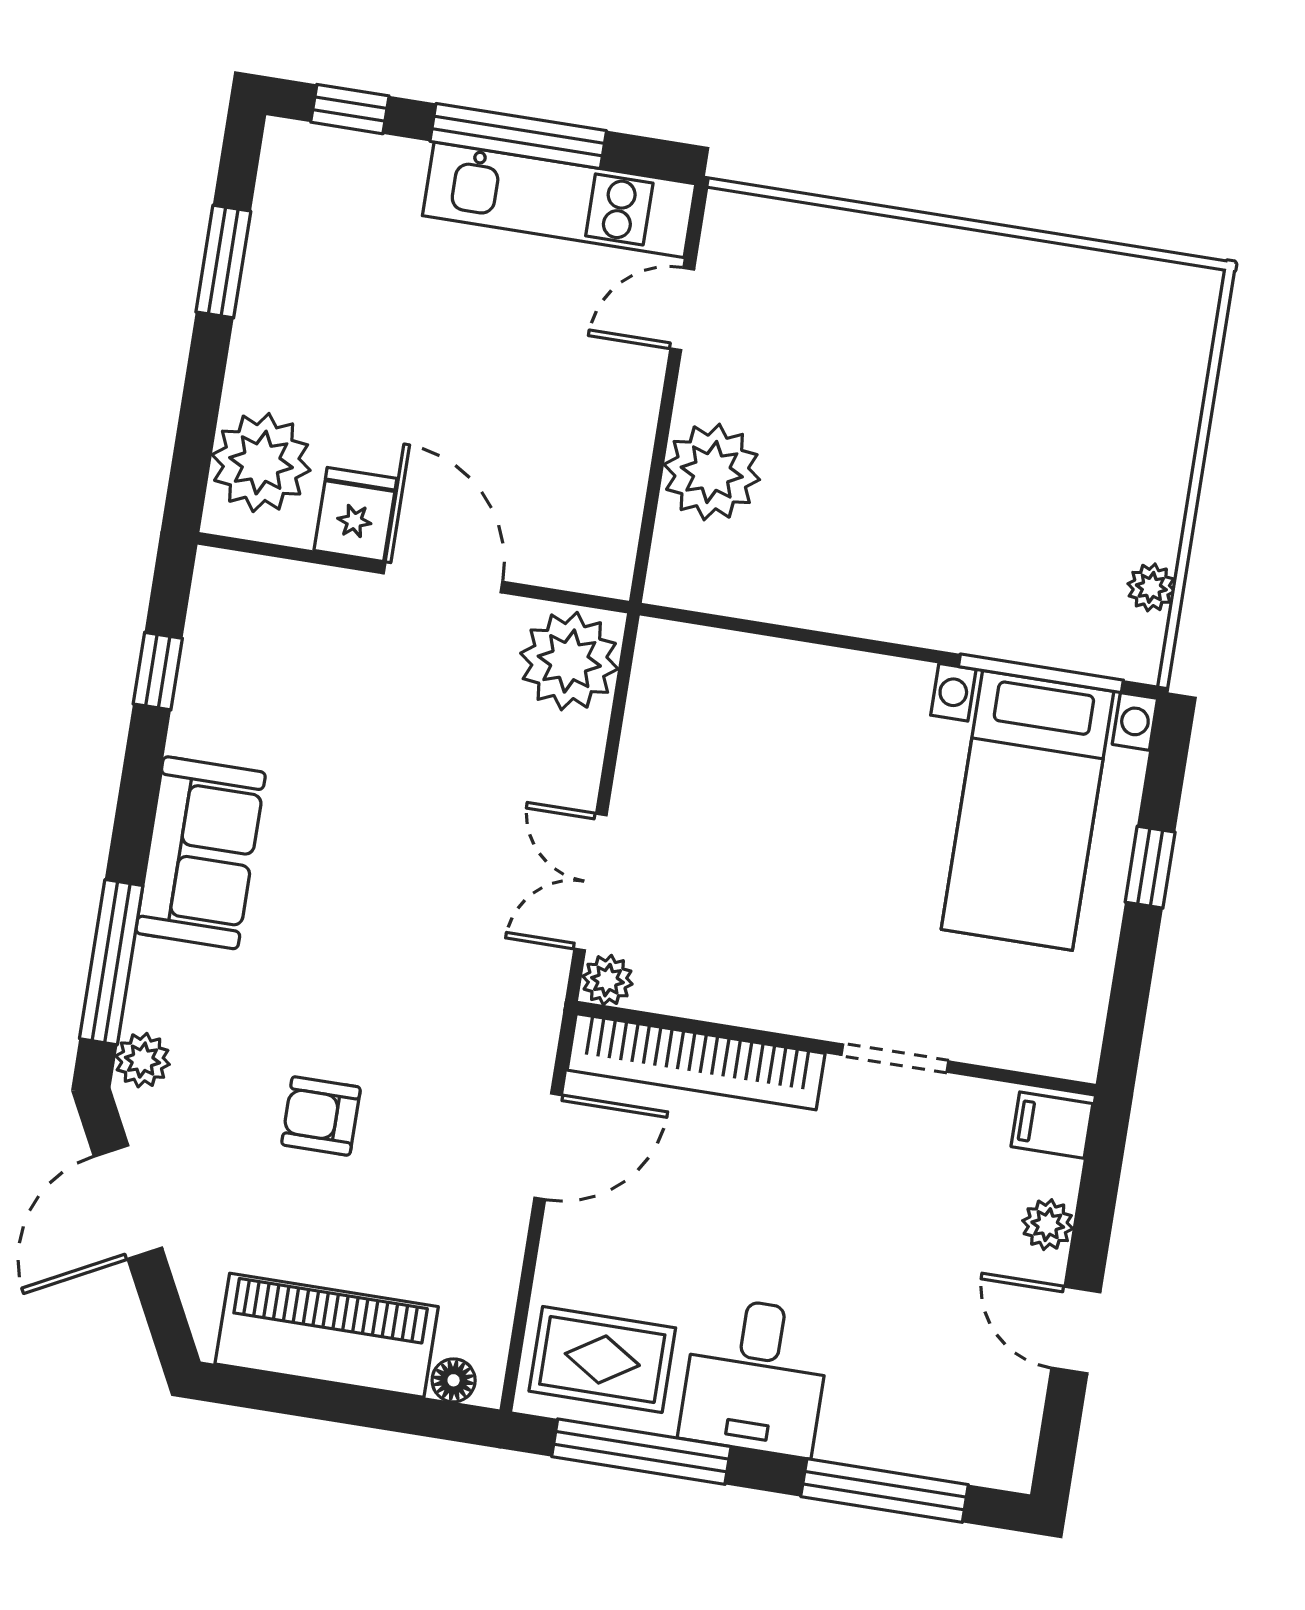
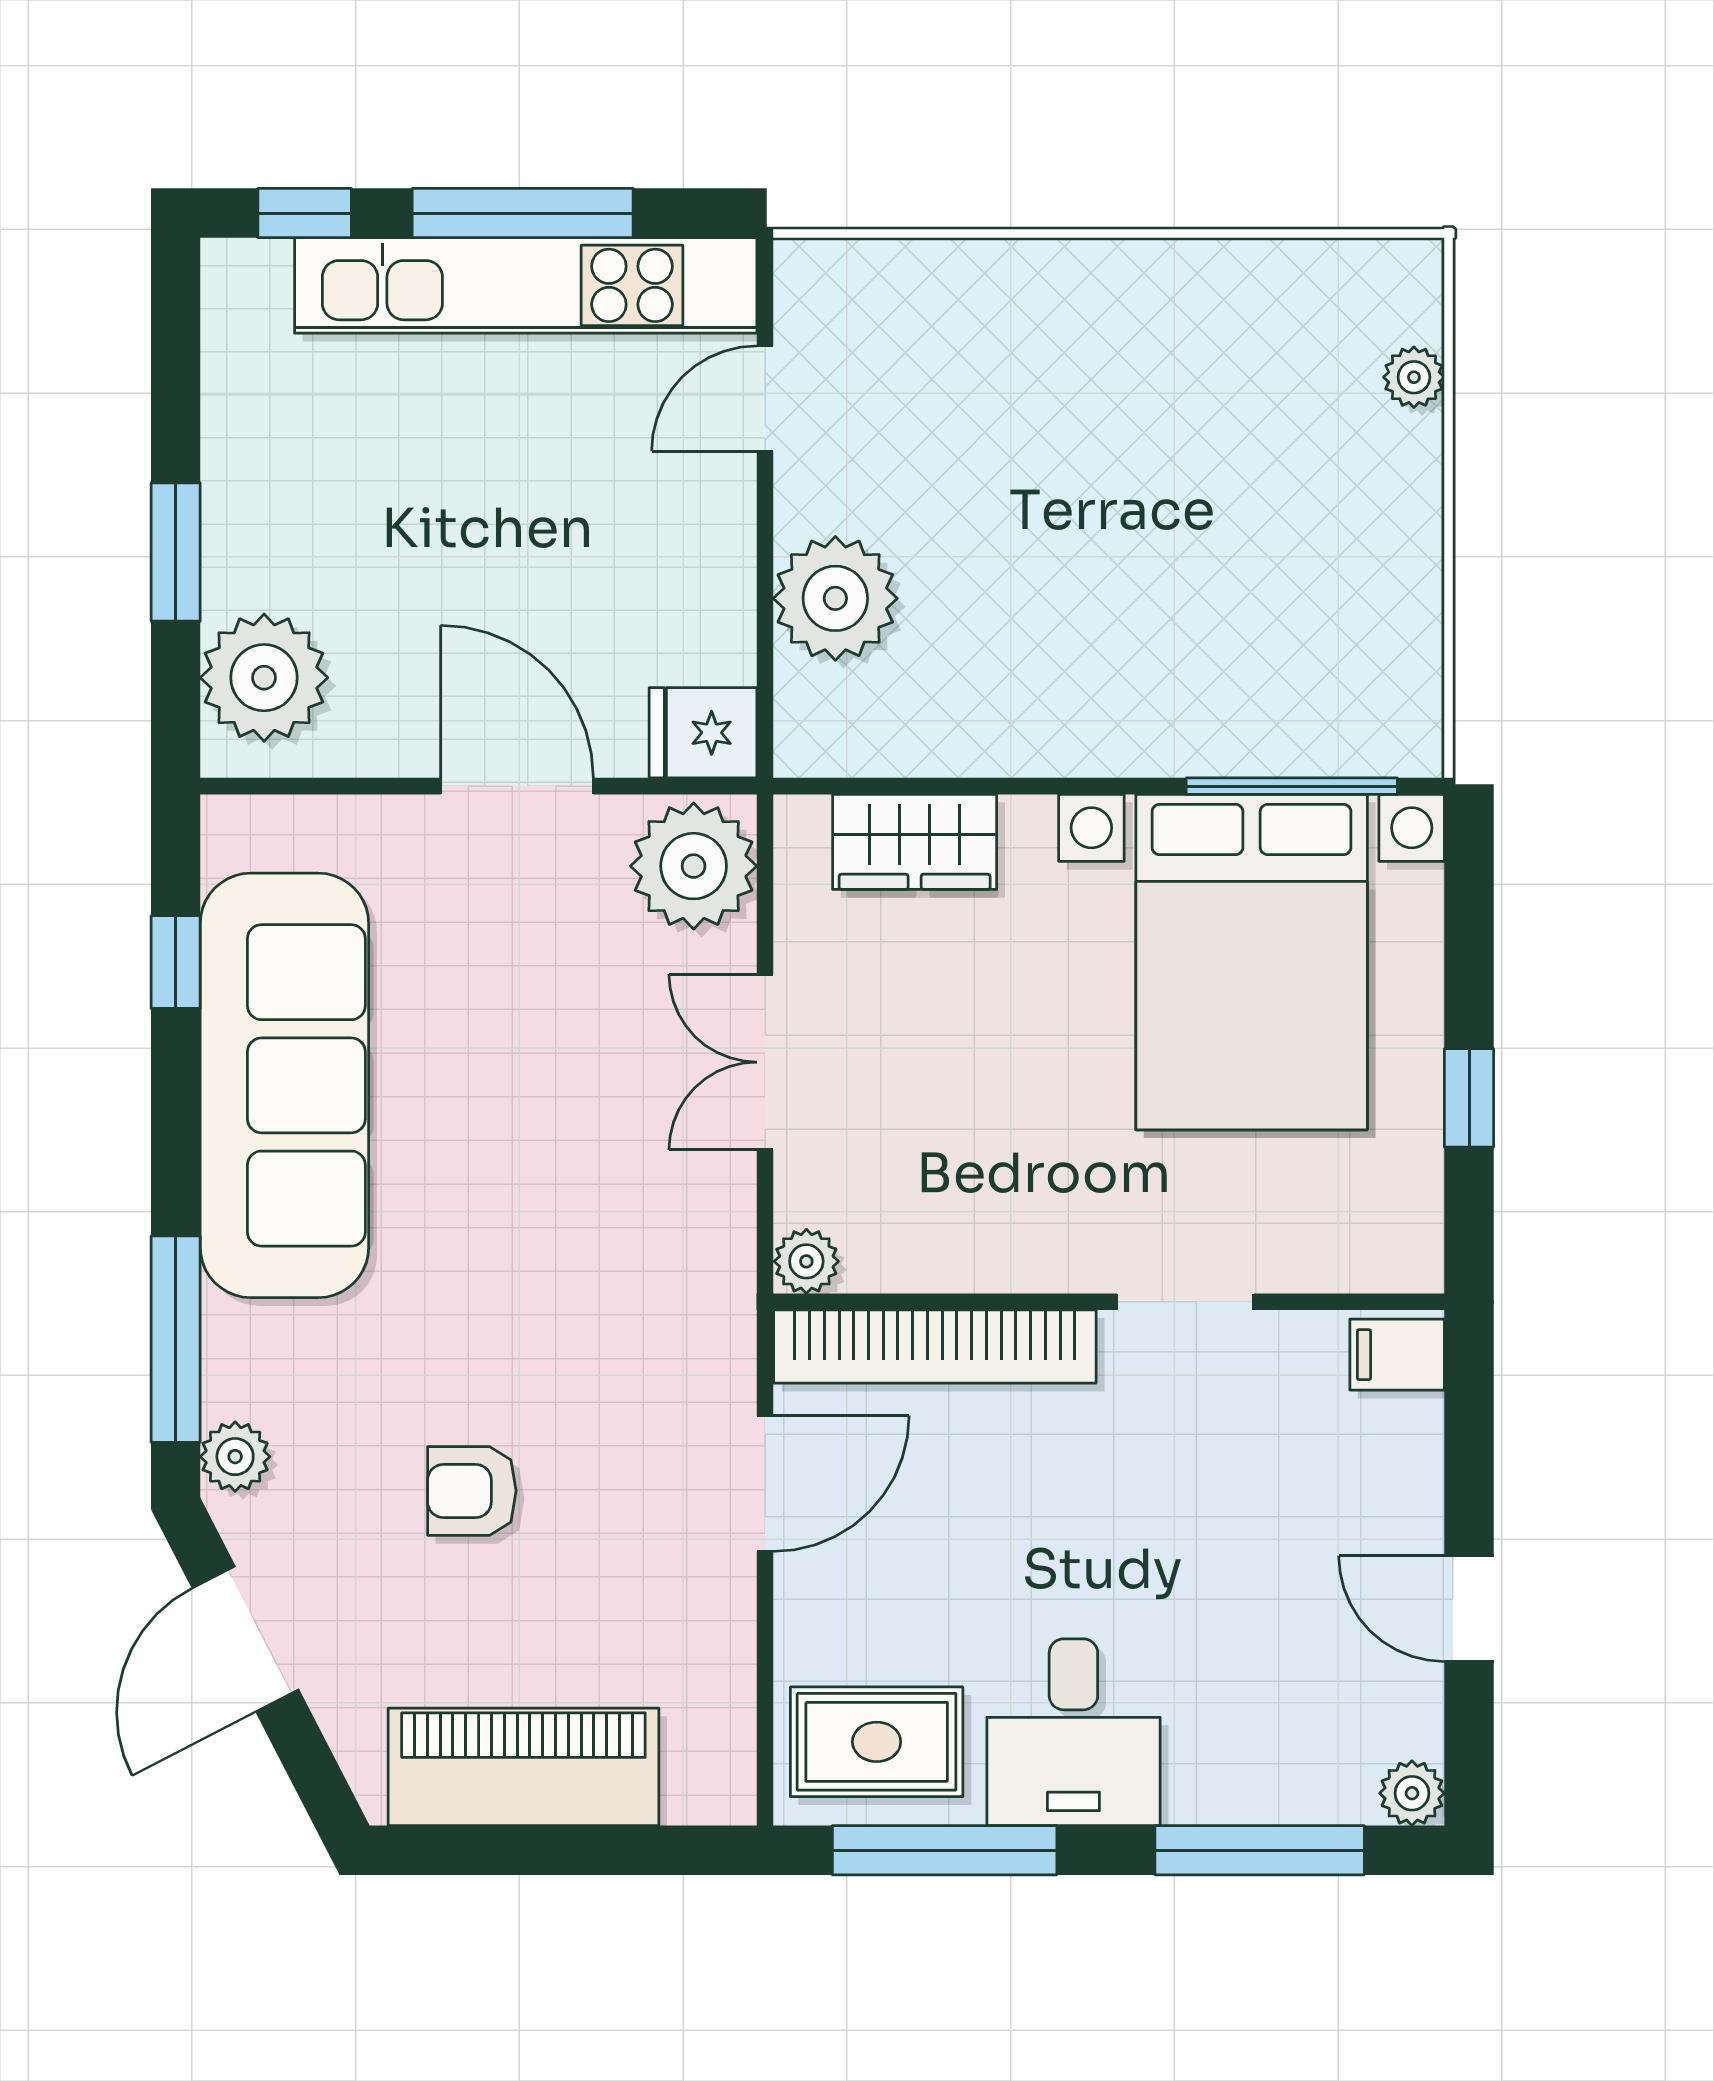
kitchen unit: (559, 200) -> (526, 285), width x1.36
window: (223, 262) -> (176, 552), moved
fridge: (355, 514) -> (703, 733), moved, turned -90
plant: (1151, 587) -> (1414, 377), moved
wardrobe: (743, 670) -> (915, 842), added
bed with nightstands: (1028, 810) -> (1252, 962), width x1.36
sofa: (201, 853) -> (284, 1085), width x1.85, depth x1.27
window: (1150, 867) -> (1469, 1098), moved
double door: (590, 882) -> (765, 1062), moved
plant: (1048, 1225) -> (1412, 1793), moved
floor lamp: (454, 1380) -> (693, 1798), removed

